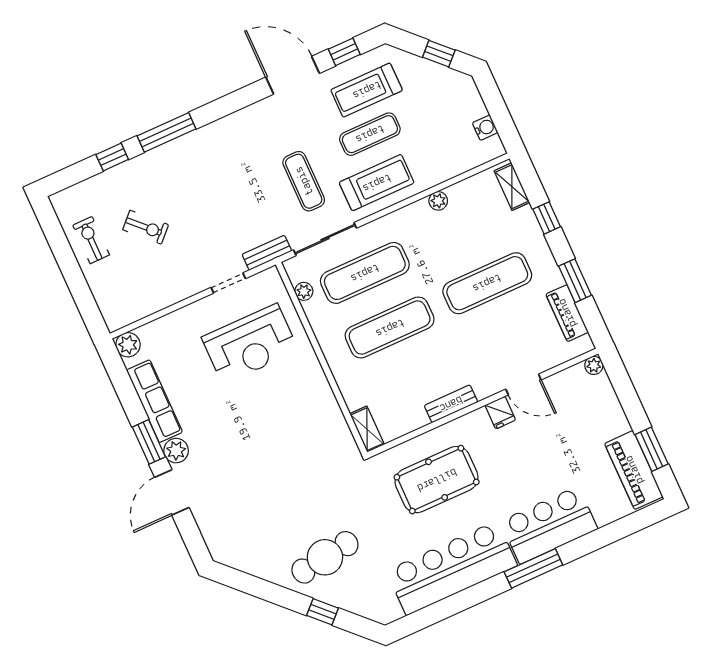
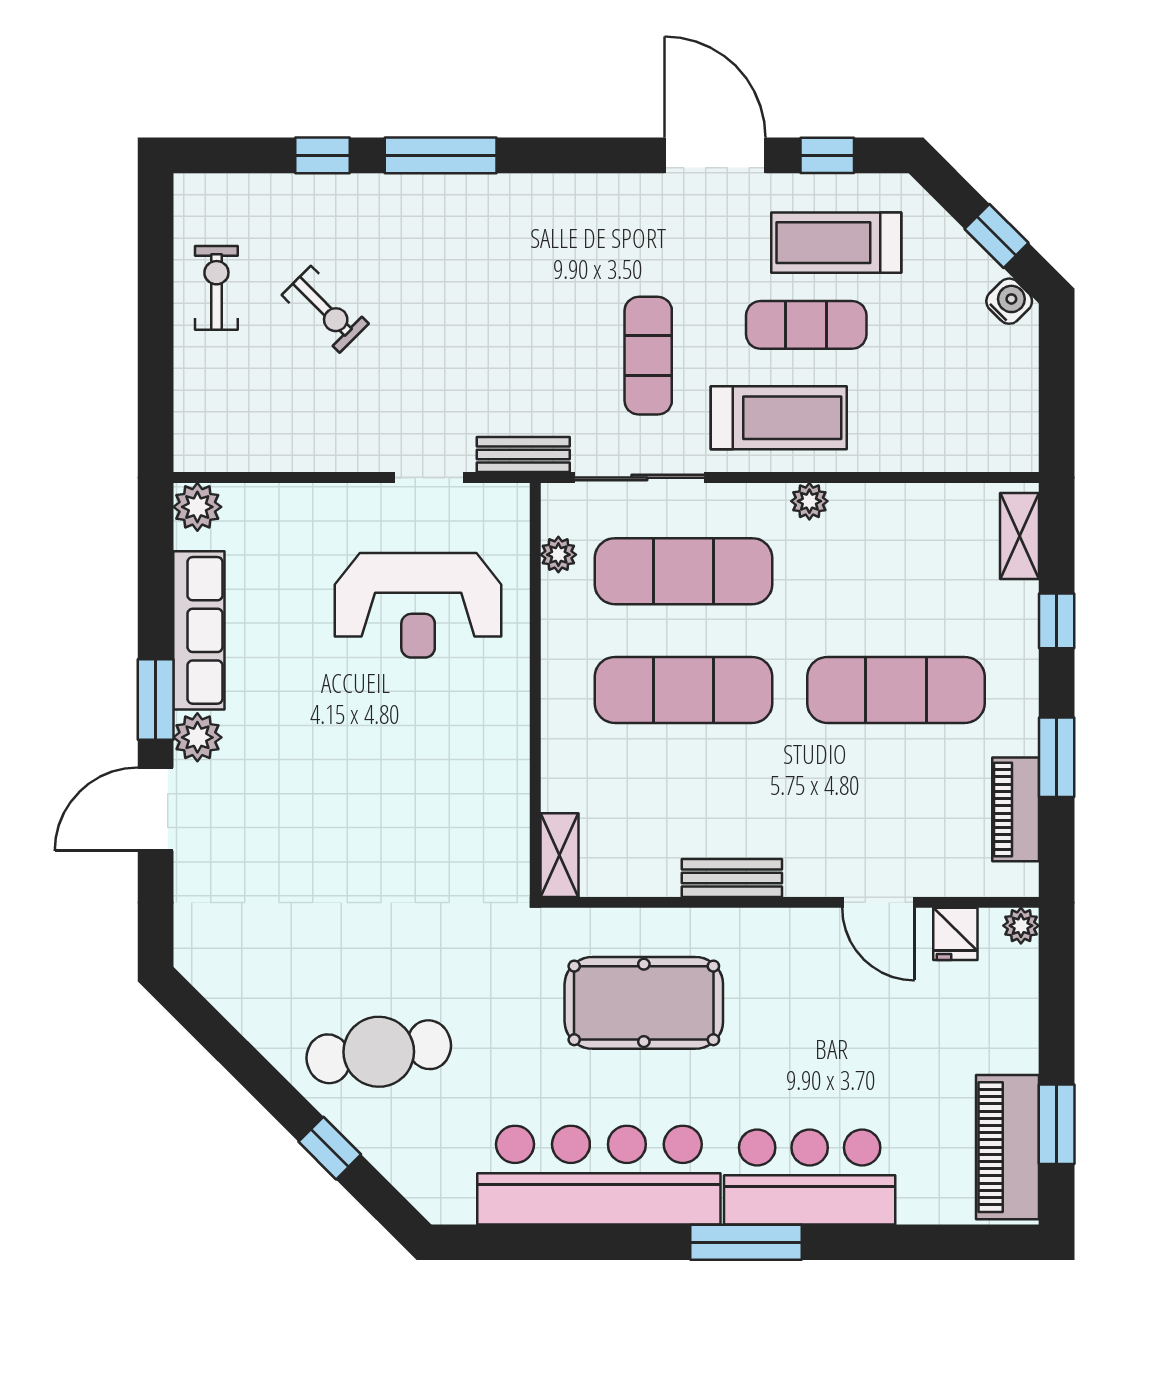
water cooler: (485, 128) -> (1009, 301), moved, turned -45
plant: (438, 201) -> (809, 501), moved
fridge: (500, 413) -> (955, 934), moved

